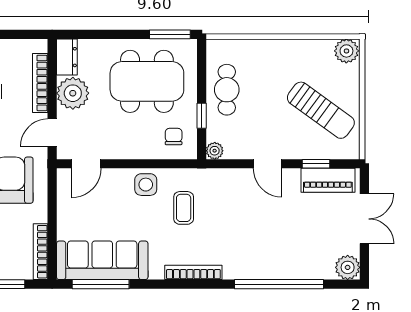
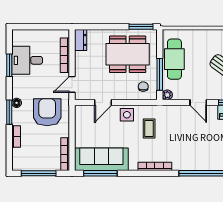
cafe table: (227, 90) -> (174, 59), width x1.37, depth x1.35
plant: (73, 93) -> (84, 61), removed
window: (202, 116) -> (160, 74), width x2.17
door: (86, 164) -> (103, 103), moved

